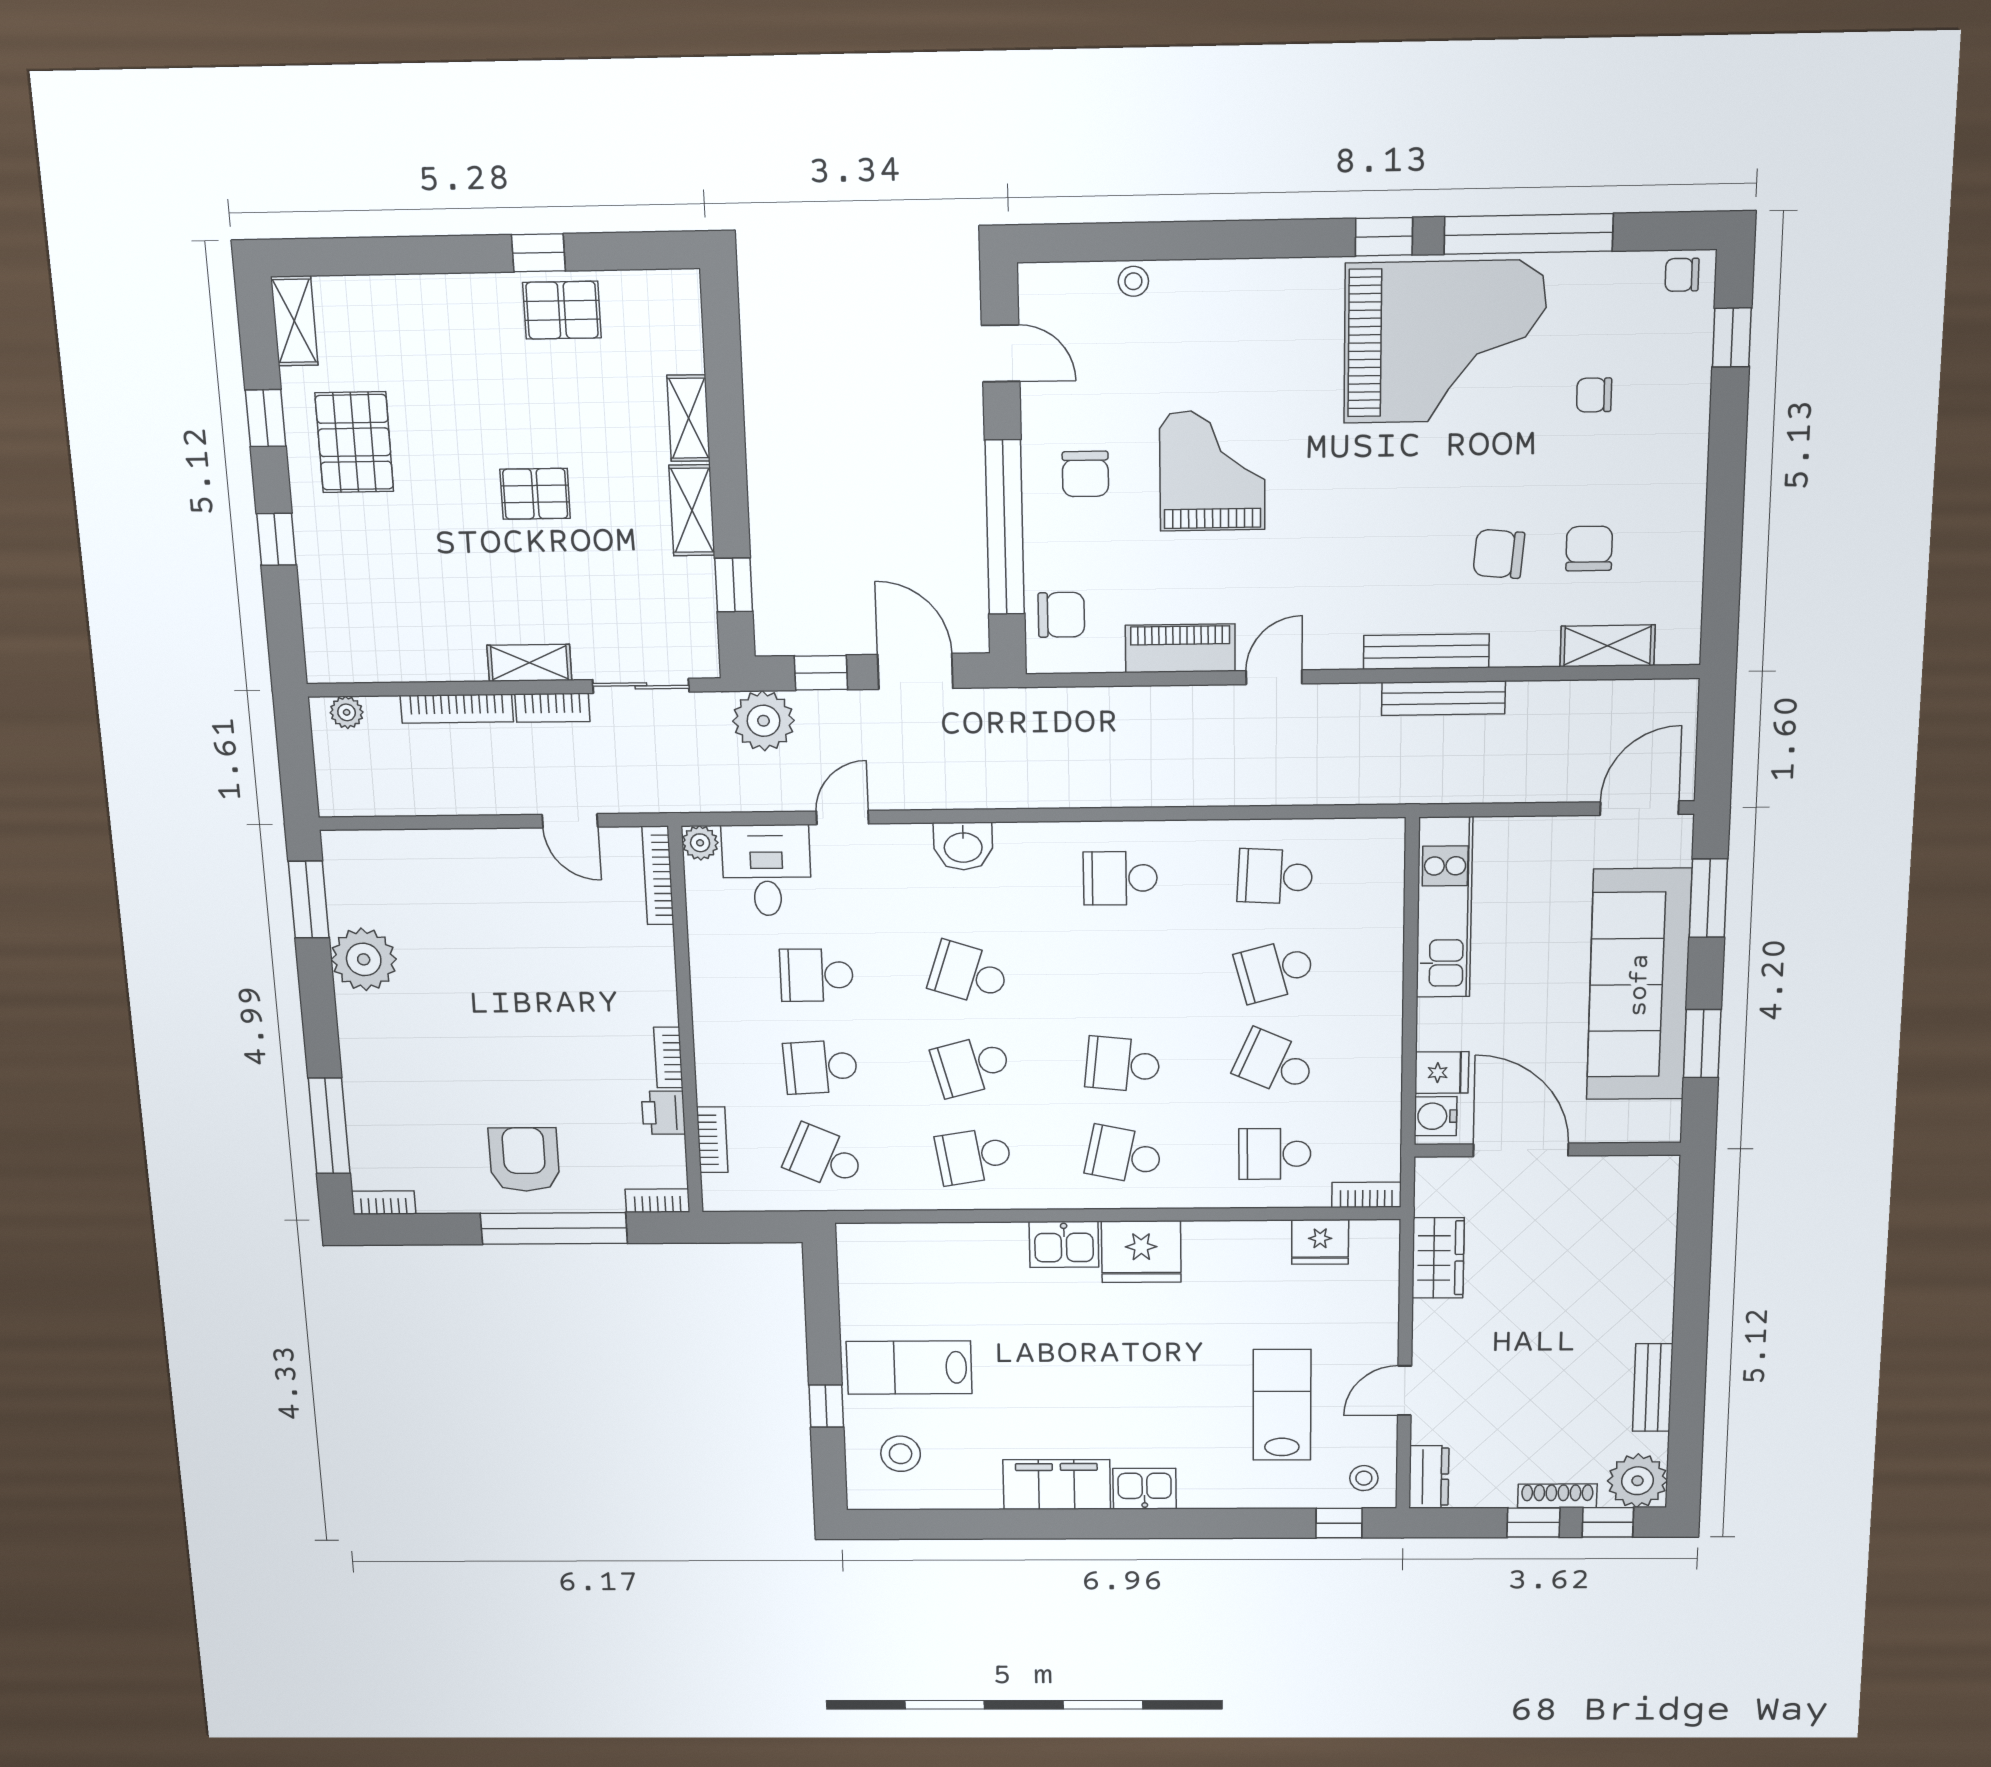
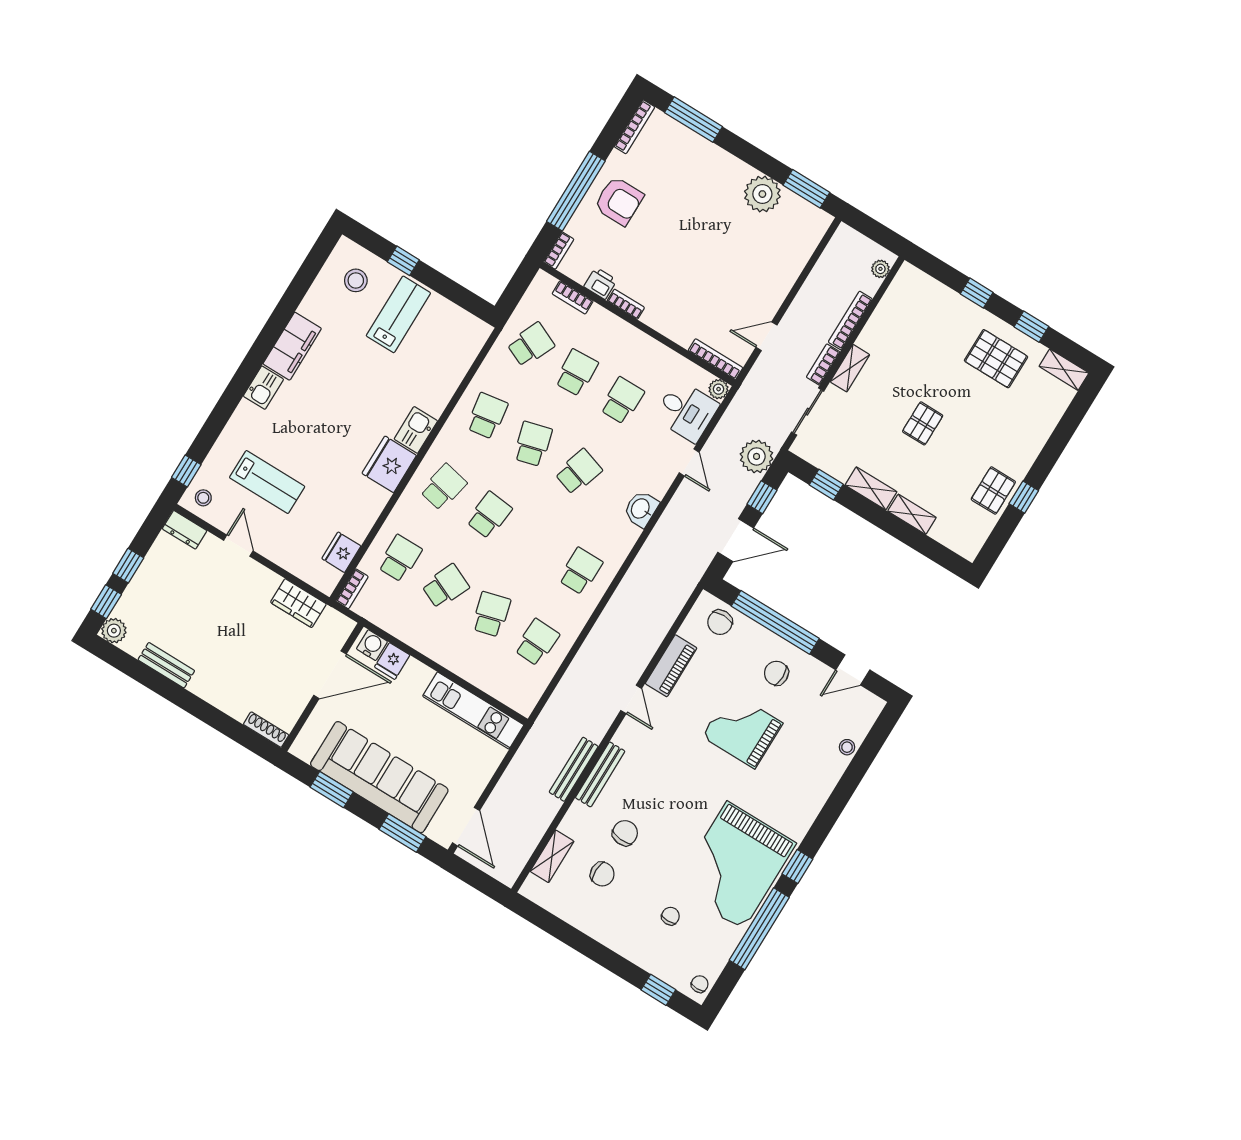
grand piano: (1212, 471) -> (742, 730), turned 180
bookcase: (384, 1203) -> (635, 127), width x1.56
plant: (1637, 1481) -> (114, 631), width x0.73, depth x0.73
shoe rack: (1557, 1496) -> (266, 730), moved, turned -90

